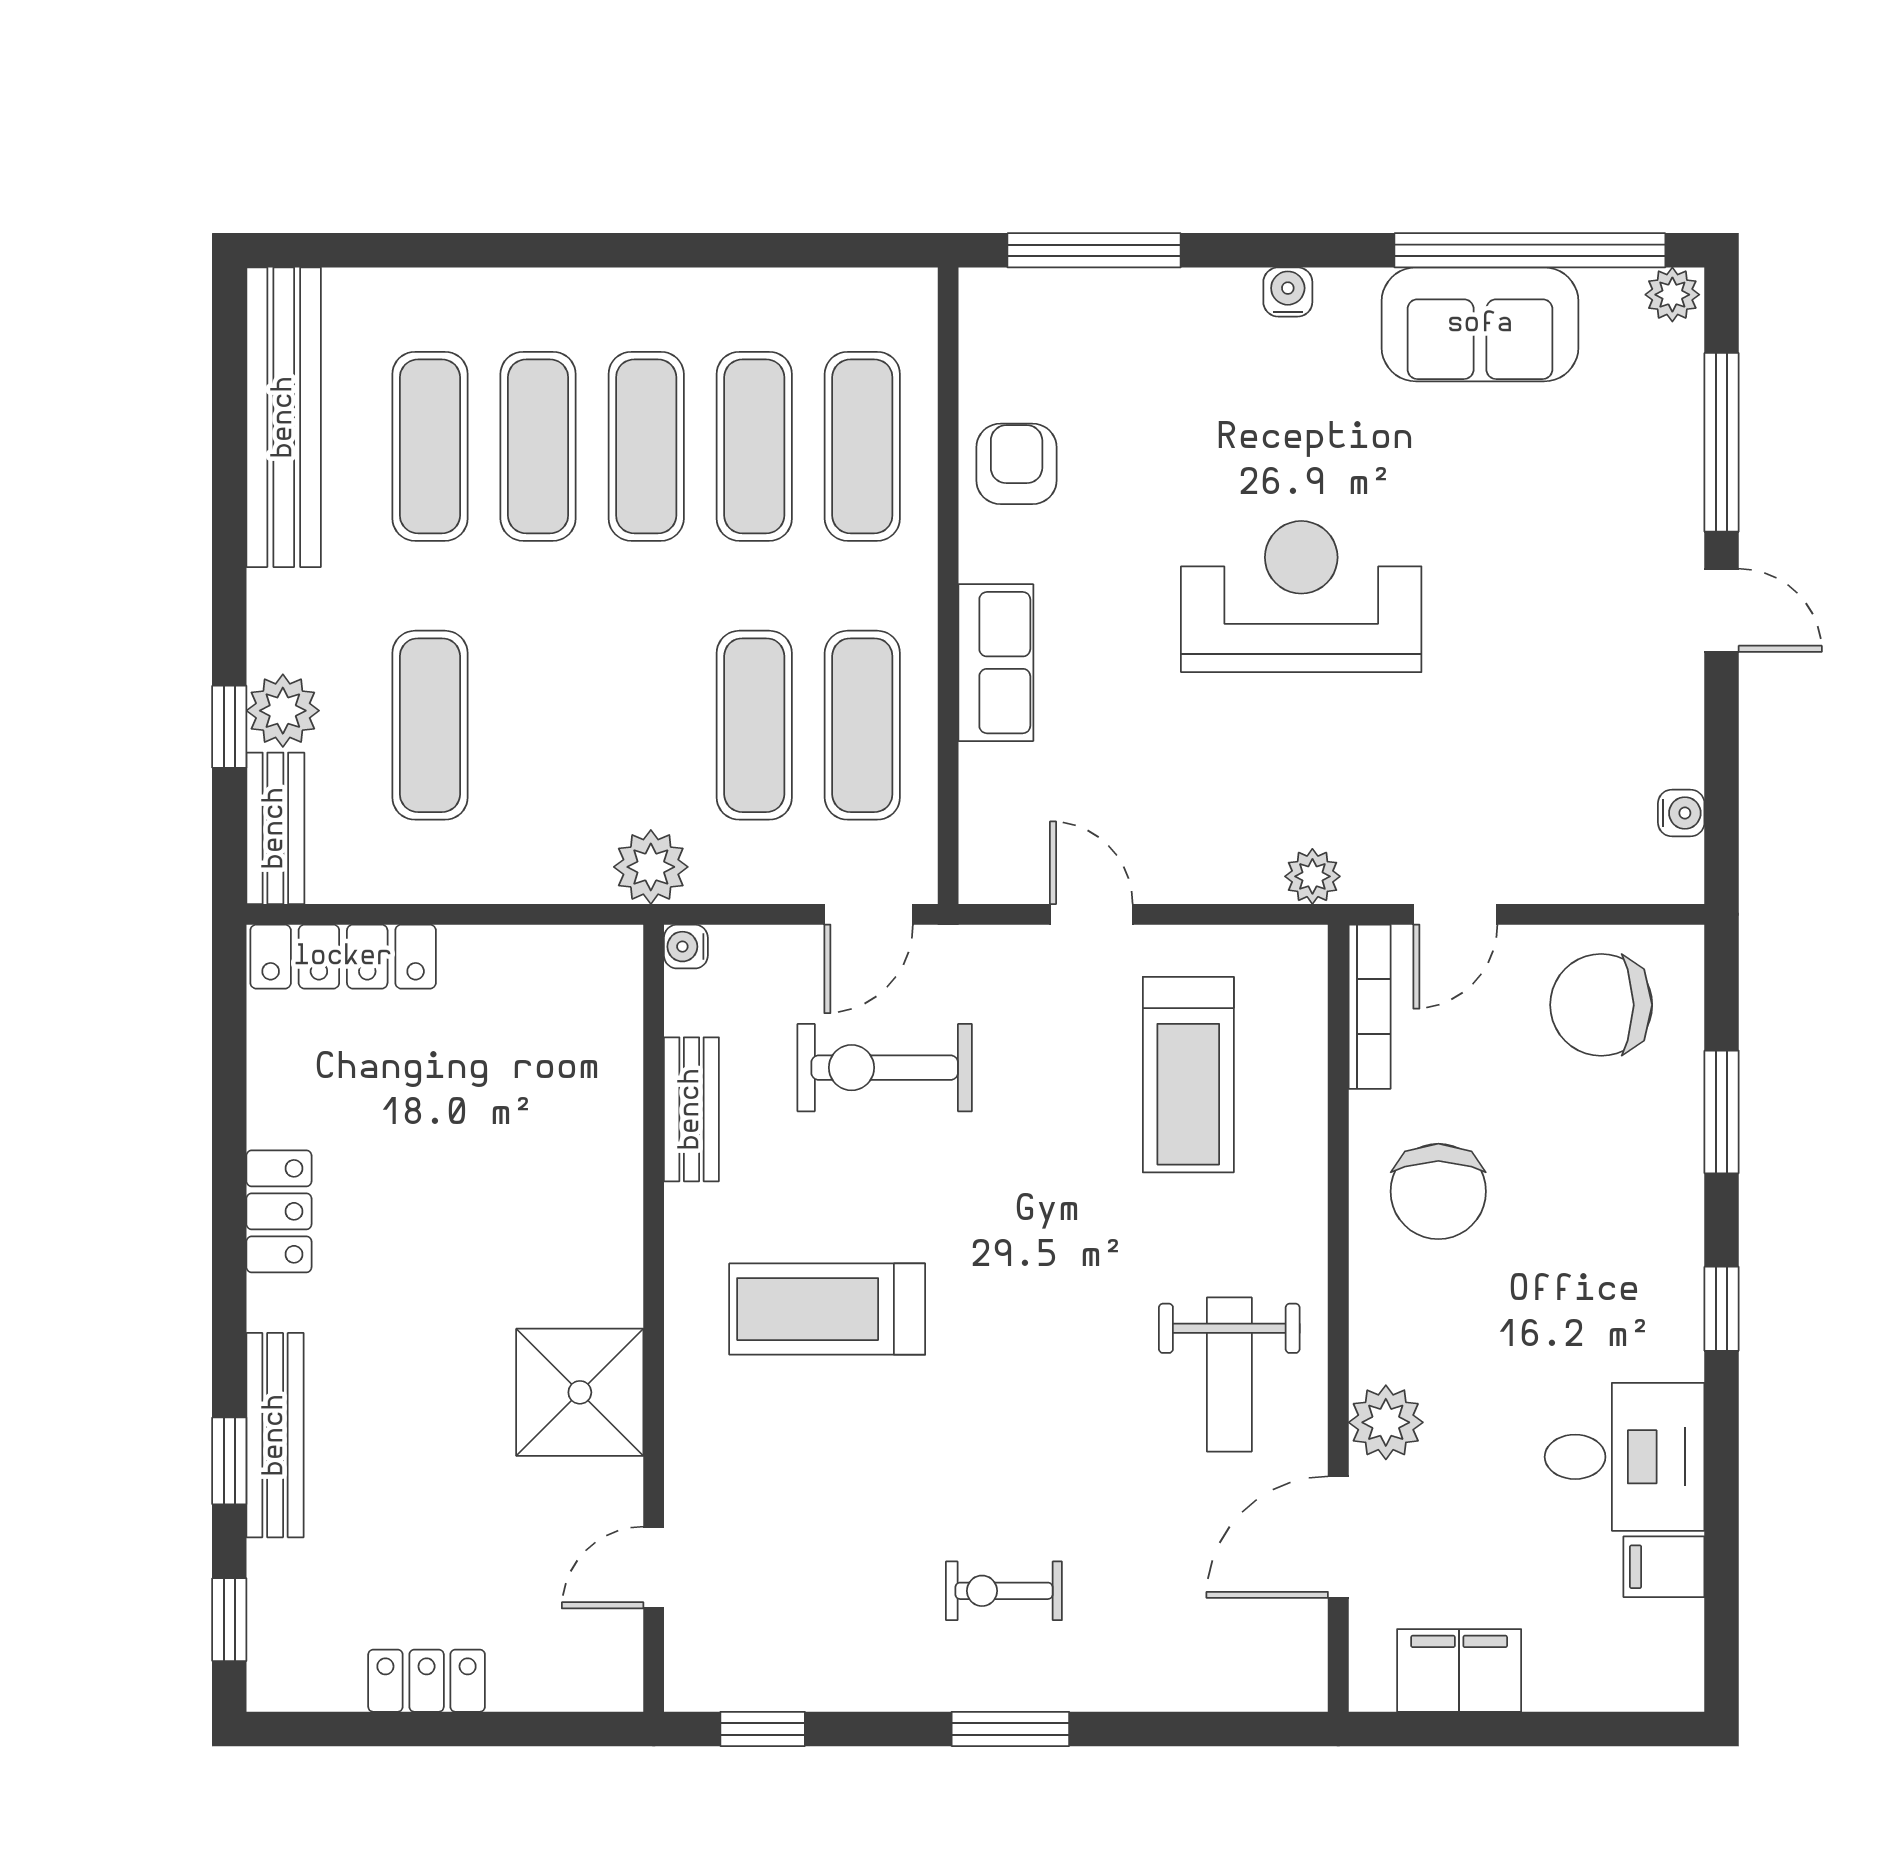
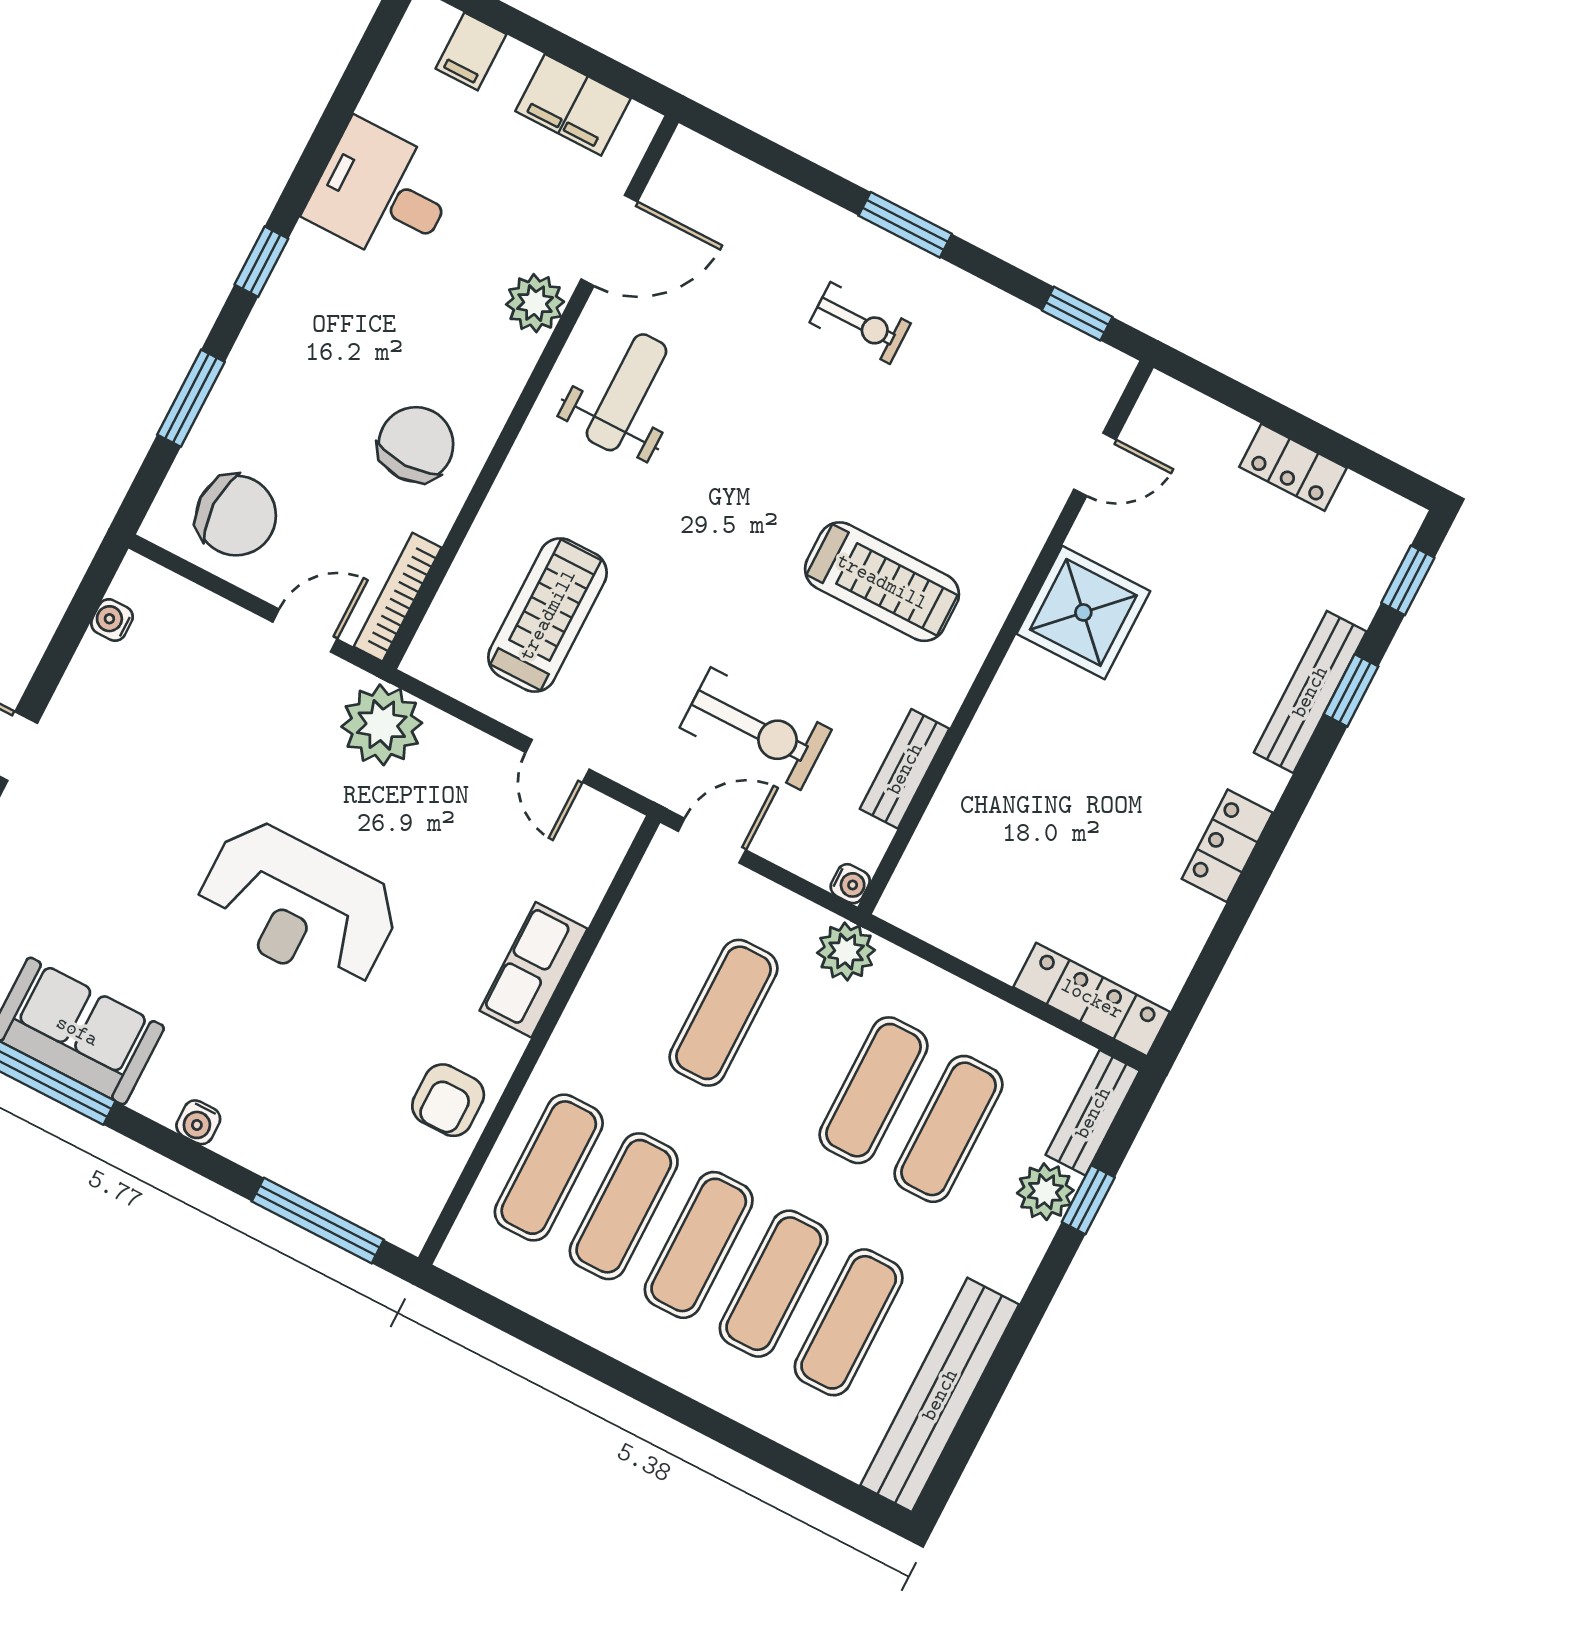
exercise mat: (862, 725) -> (873, 1090), moved
plant: (1312, 876) -> (382, 725), width x1.88, depth x1.88
filing cabinet: (1664, 1567) -> (471, 51), moved, turned 90

